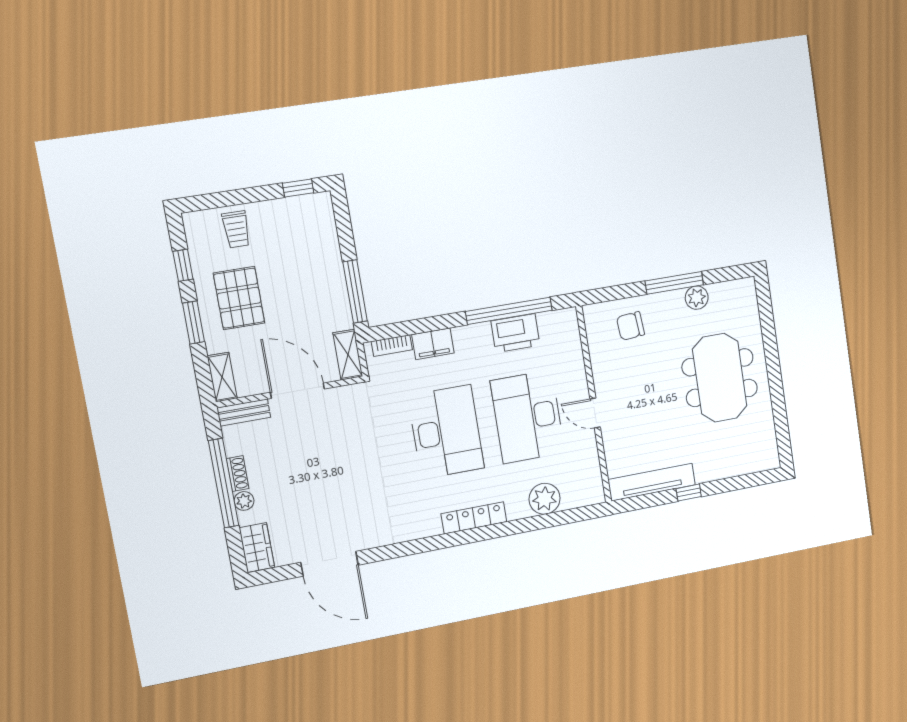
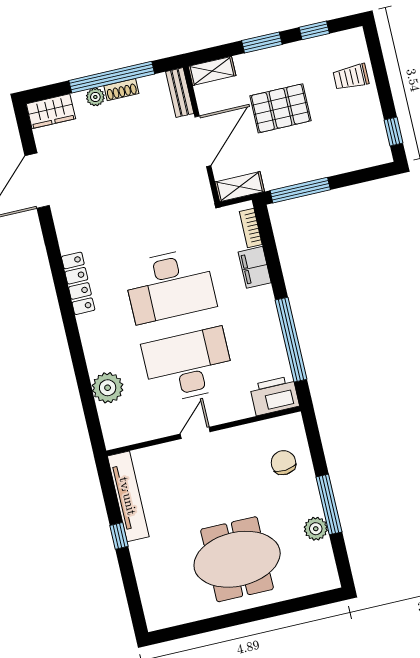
pallet: (239, 298) -> (280, 108), moved
printer: (515, 333) -> (274, 396), moved, turned 90
locker: (474, 518) -> (78, 283), moved

